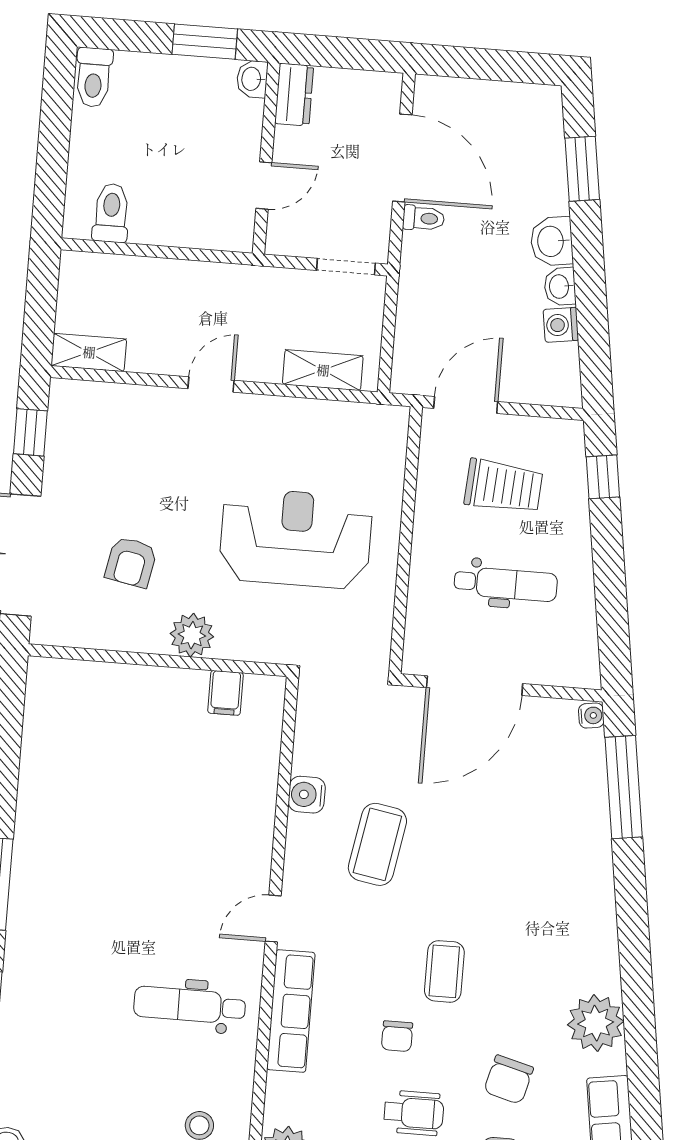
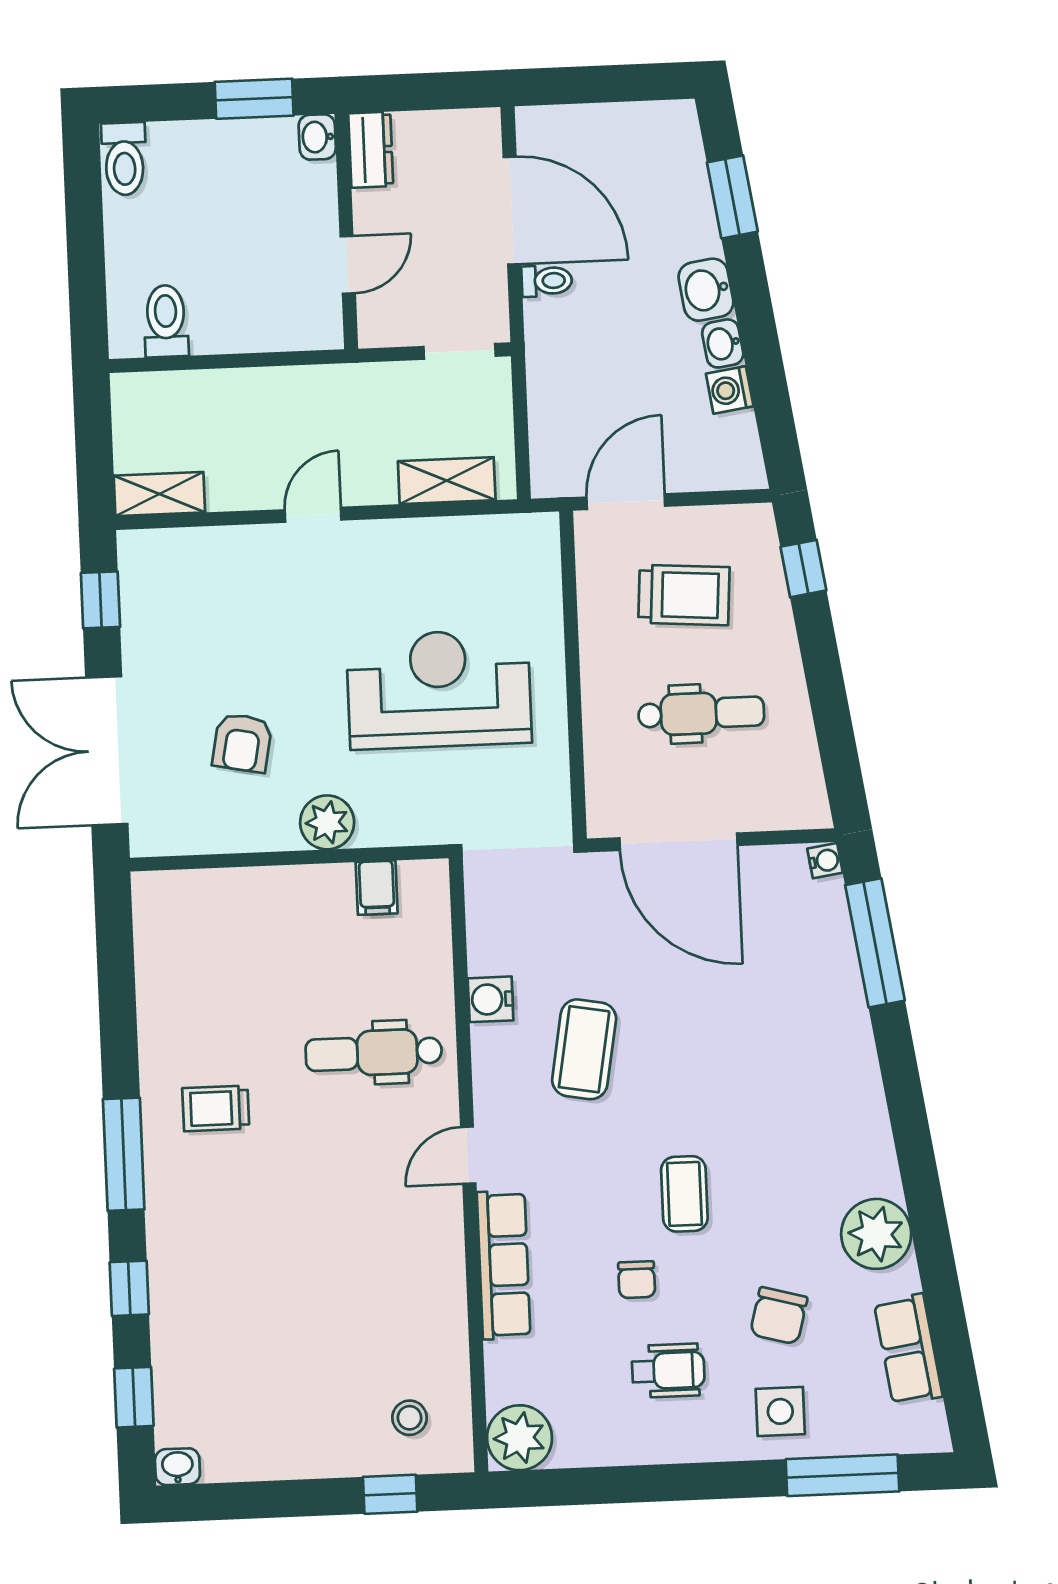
door: (475, 686) -> (678, 842), hinge flipped
trolley: (73, 856) -> (216, 1108), added
dental chair: (190, 1005) -> (374, 1053), moved

